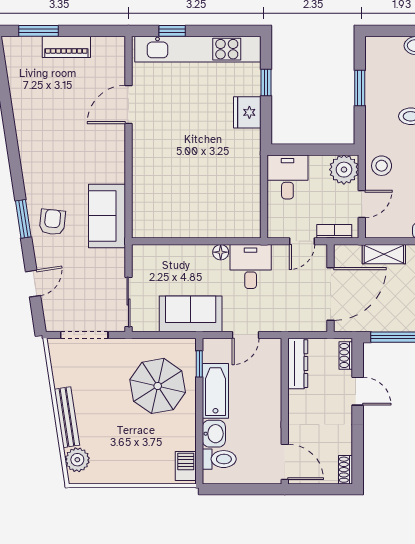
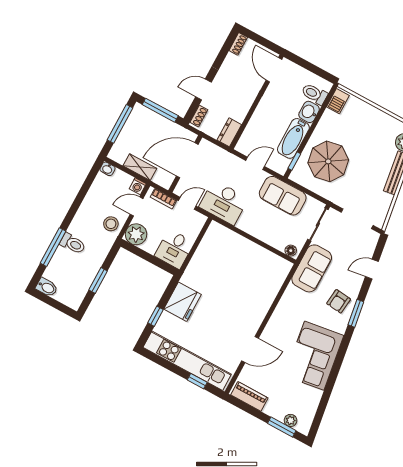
plant: (32, 45) -> (291, 420), added
piano: (66, 47) -> (249, 396), moved
fridge: (247, 112) -> (183, 302), width x1.36, depth x1.34
corner sofa: (46, 140) -> (314, 356), added
sofa: (107, 216) -> (312, 268), moved
washing machine: (374, 229) -> (138, 186), added
floor lamp: (221, 252) -> (291, 251), moved
desk: (251, 267) -> (224, 202), width x1.37
dresser: (298, 364) -> (229, 132), width x0.70
door: (358, 391) -> (203, 89), hinge flipped

